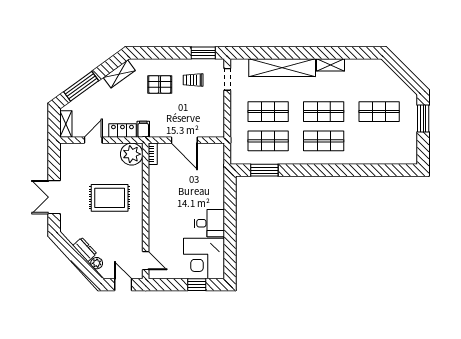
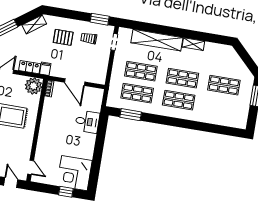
desk: (209, 223) -> (87, 122), moved

